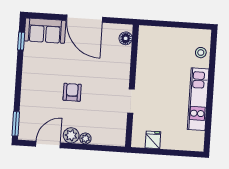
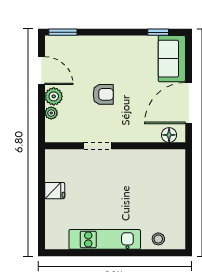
floor lamp: (126, 38) -> (169, 135), moved
wall: (132, 86) -> (115, 146), moved
doorway: (131, 101) -> (98, 146), moved

